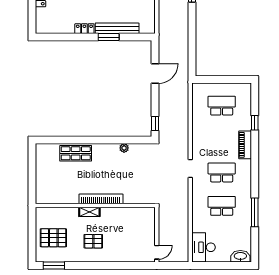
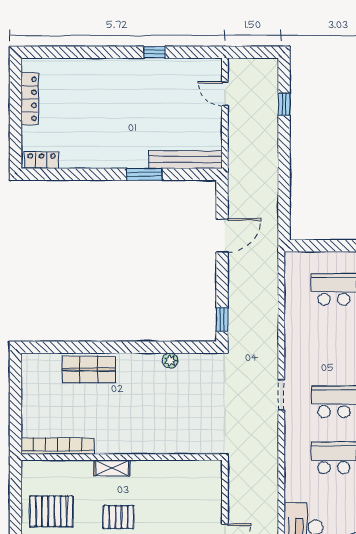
bench: (117, 28) -> (185, 160), moved
locker: (84, 29) -> (42, 160), moved
bookcase: (101, 199) -> (58, 446), moved

